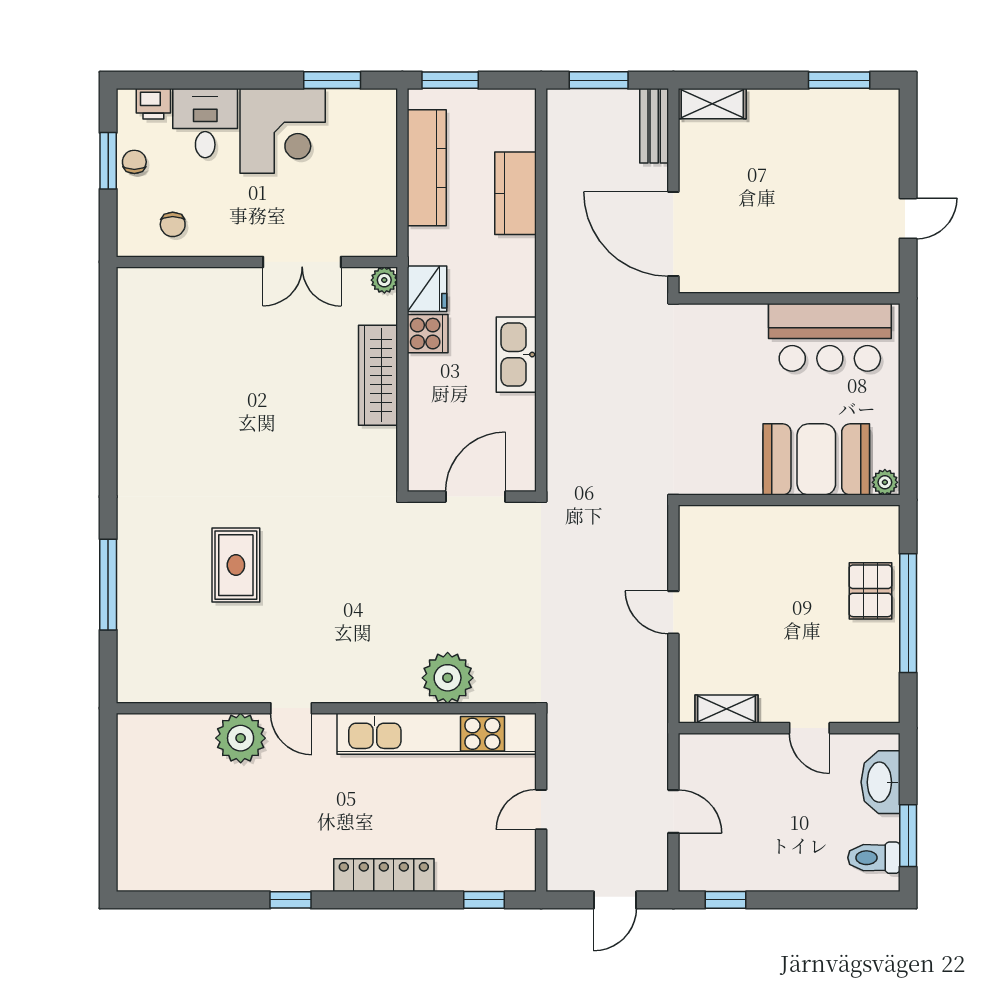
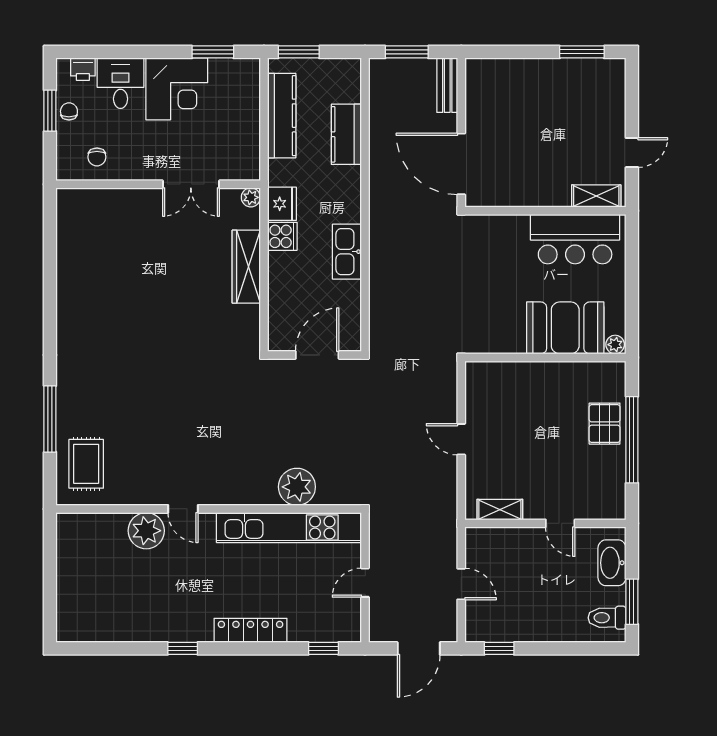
shelving: (712, 104) -> (596, 196), moved
rug: (236, 565) -> (86, 464), moved
door: (615, 900) -> (419, 648), width x1.38

